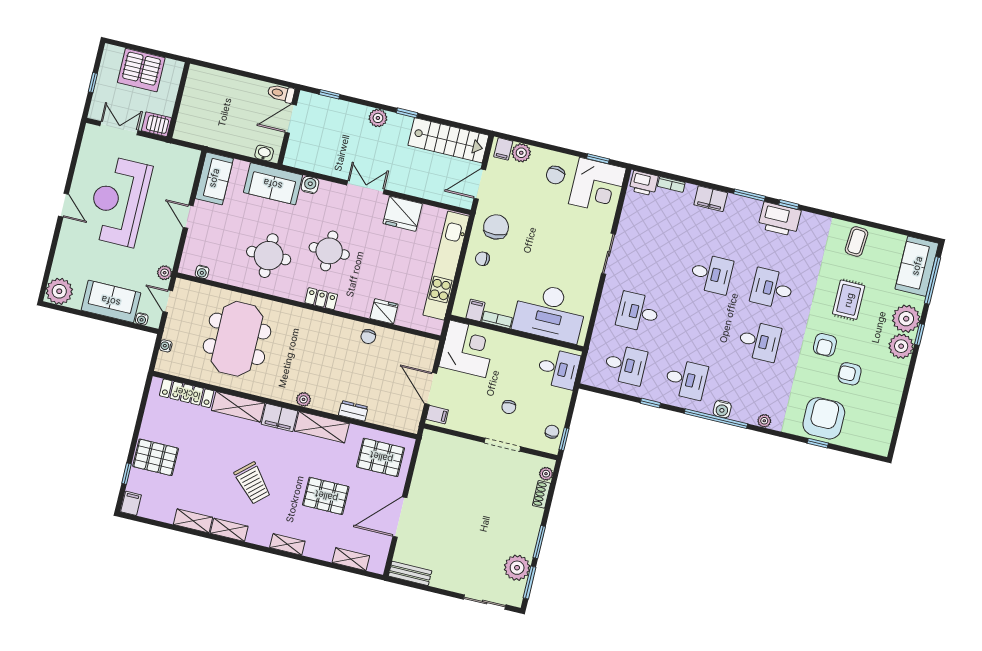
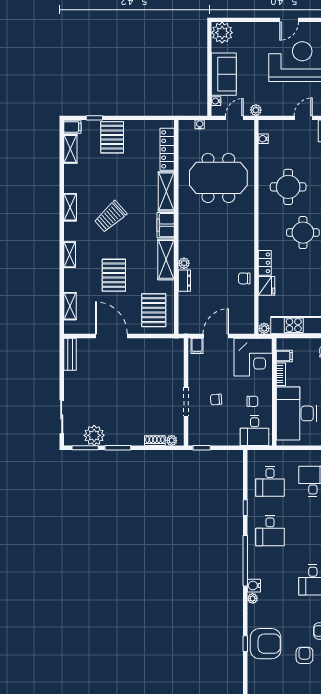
locker: (321, 299) -> (265, 263), moved
plant: (436, 327) -> (264, 328), added
plant: (304, 399) -> (184, 263), moved
water cooler: (722, 409) -> (254, 586), moved
chair: (552, 432) -> (252, 401), moved
shelving: (193, 521) -> (70, 149), moved

